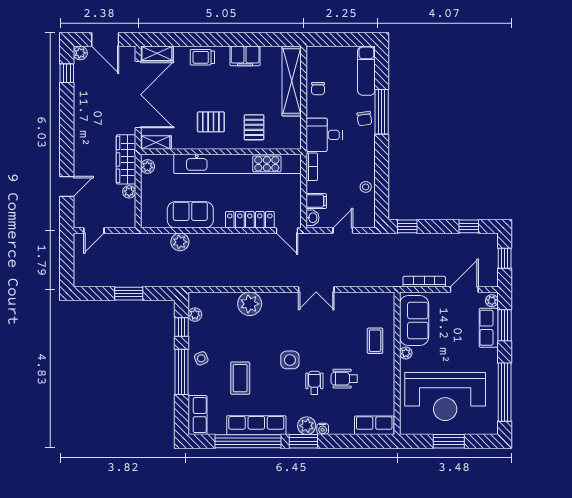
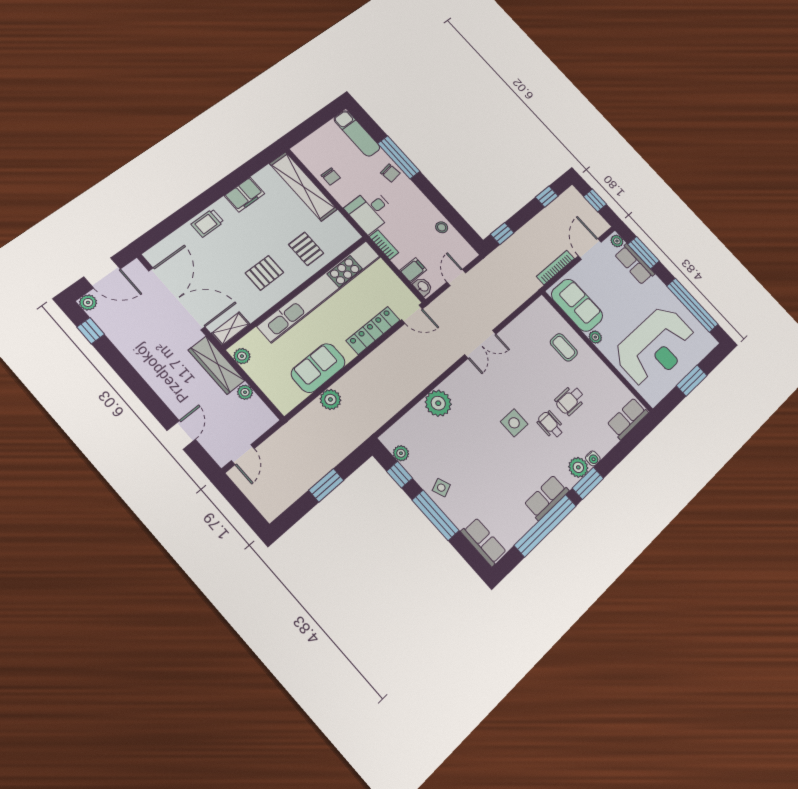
shelving: (157, 53) -> (162, 250), removed
coffee table: (240, 378) -> (489, 475), removed
row of seats: (256, 425) -> (547, 498), width x0.68

